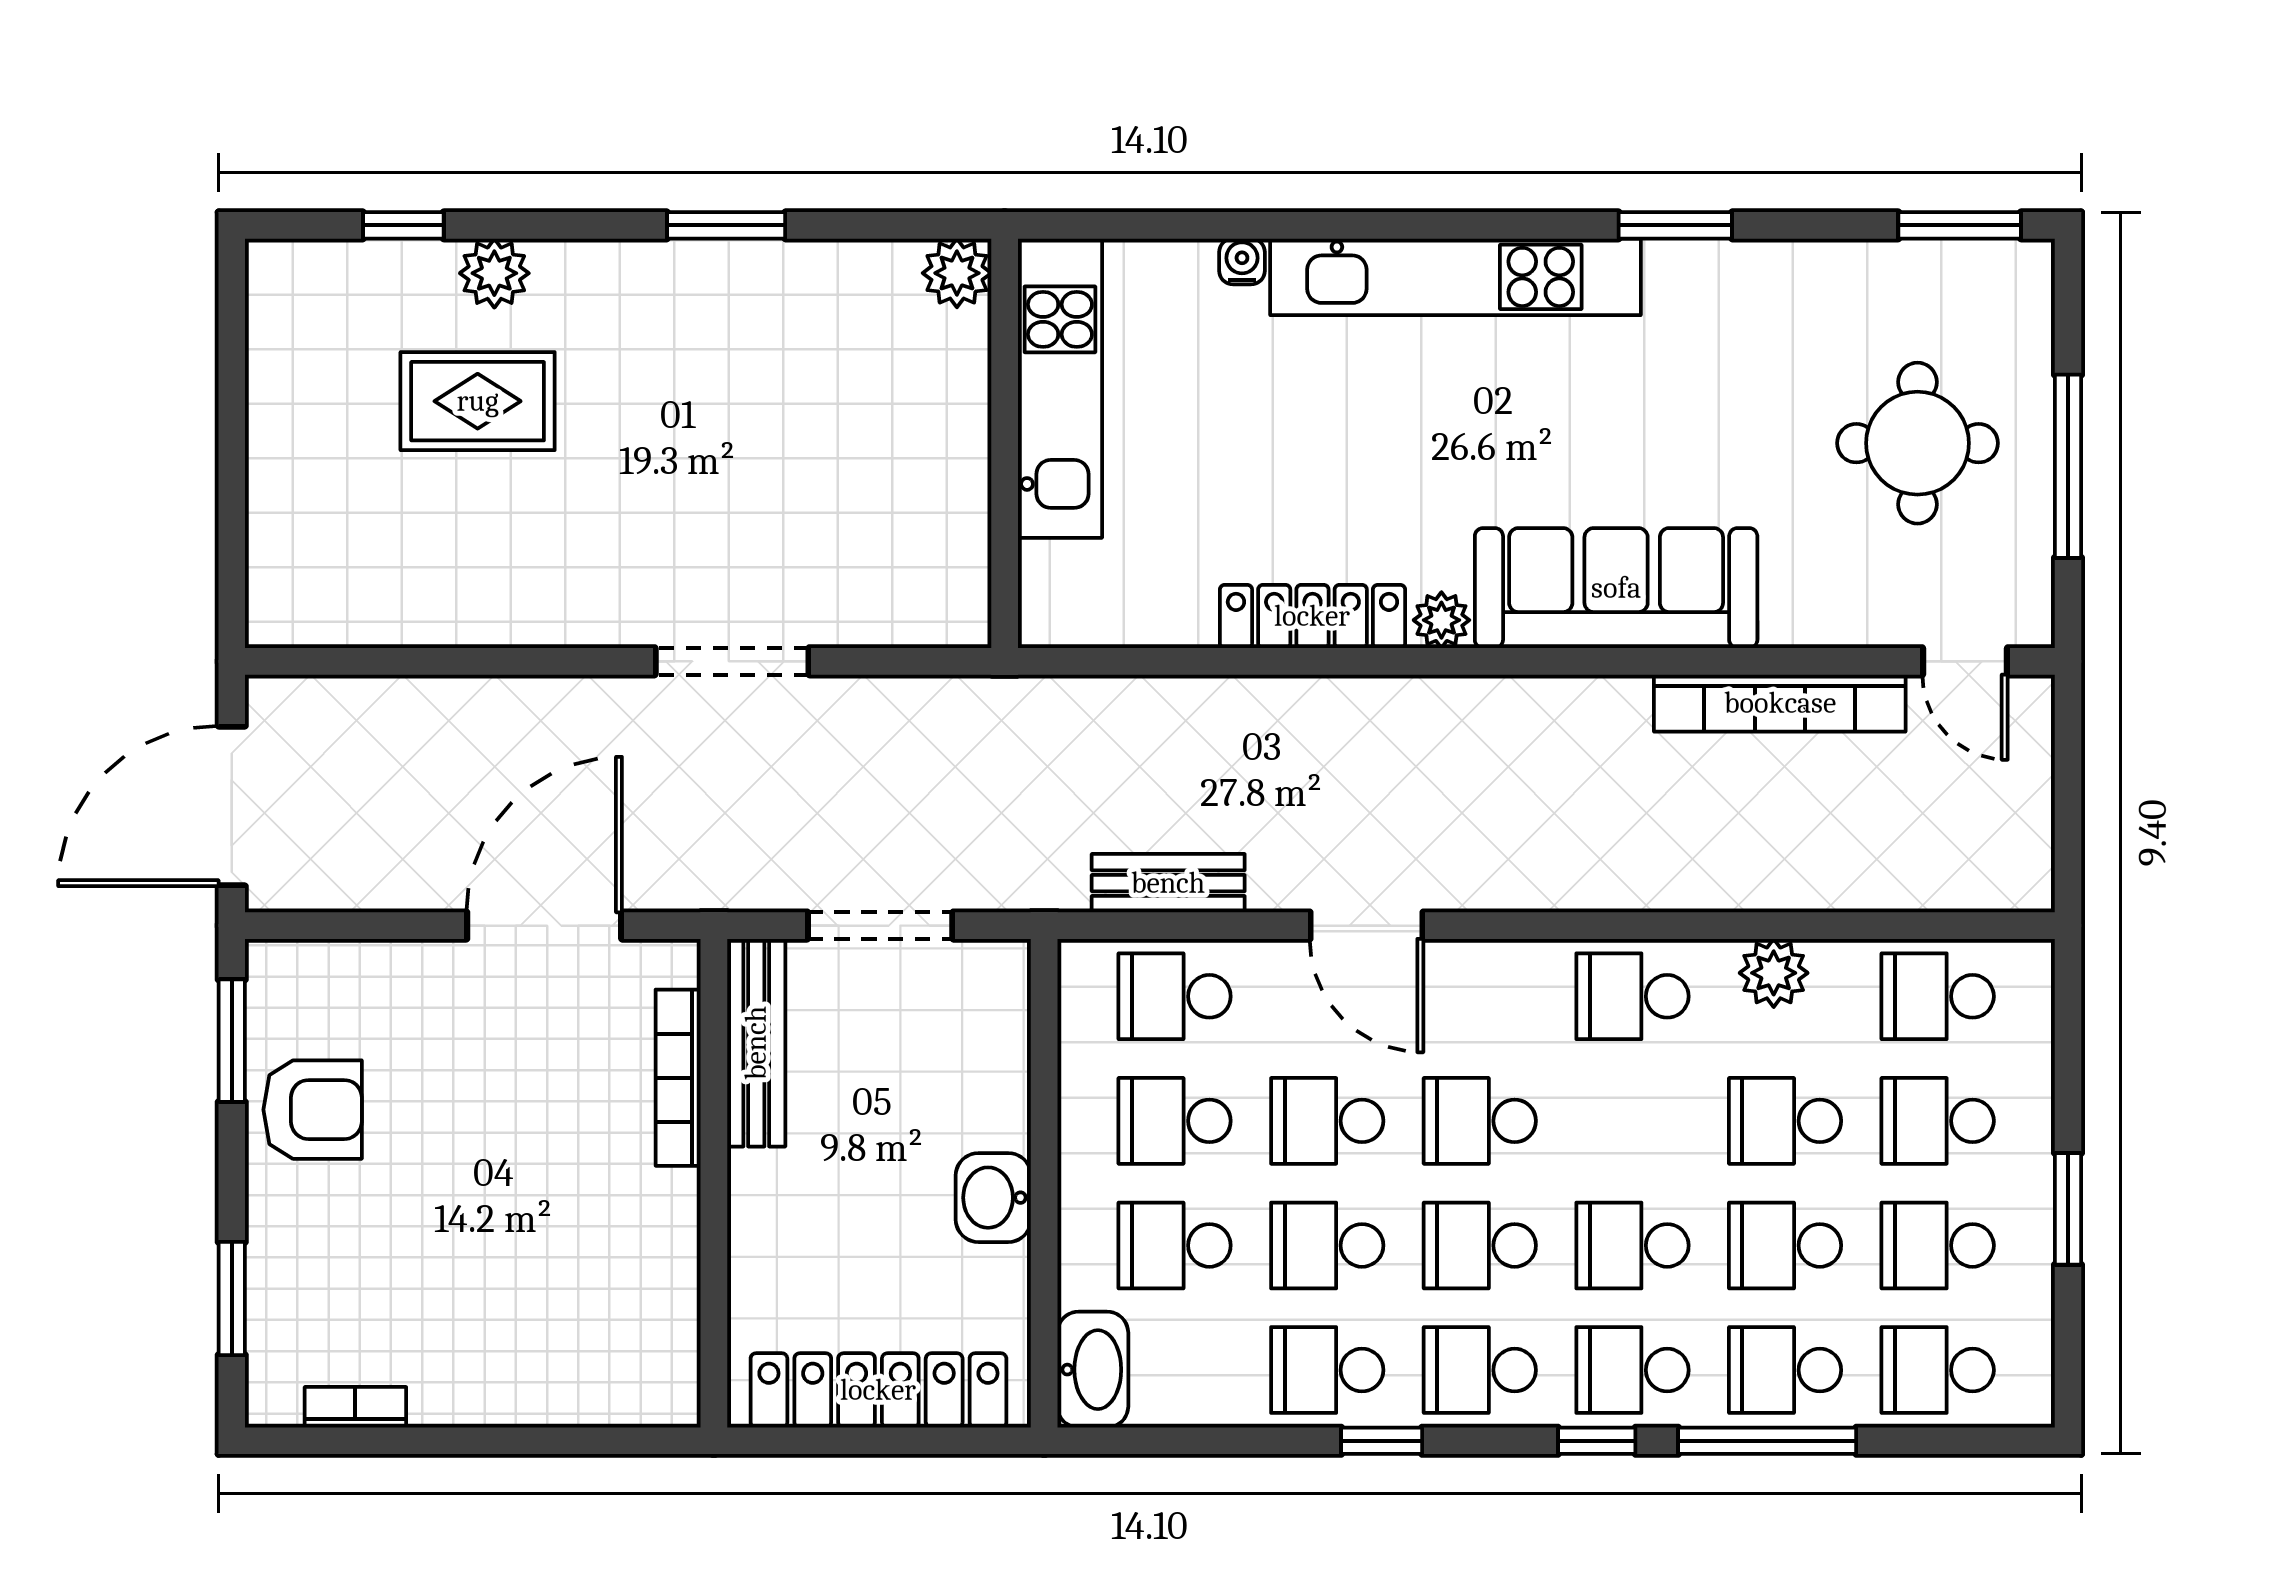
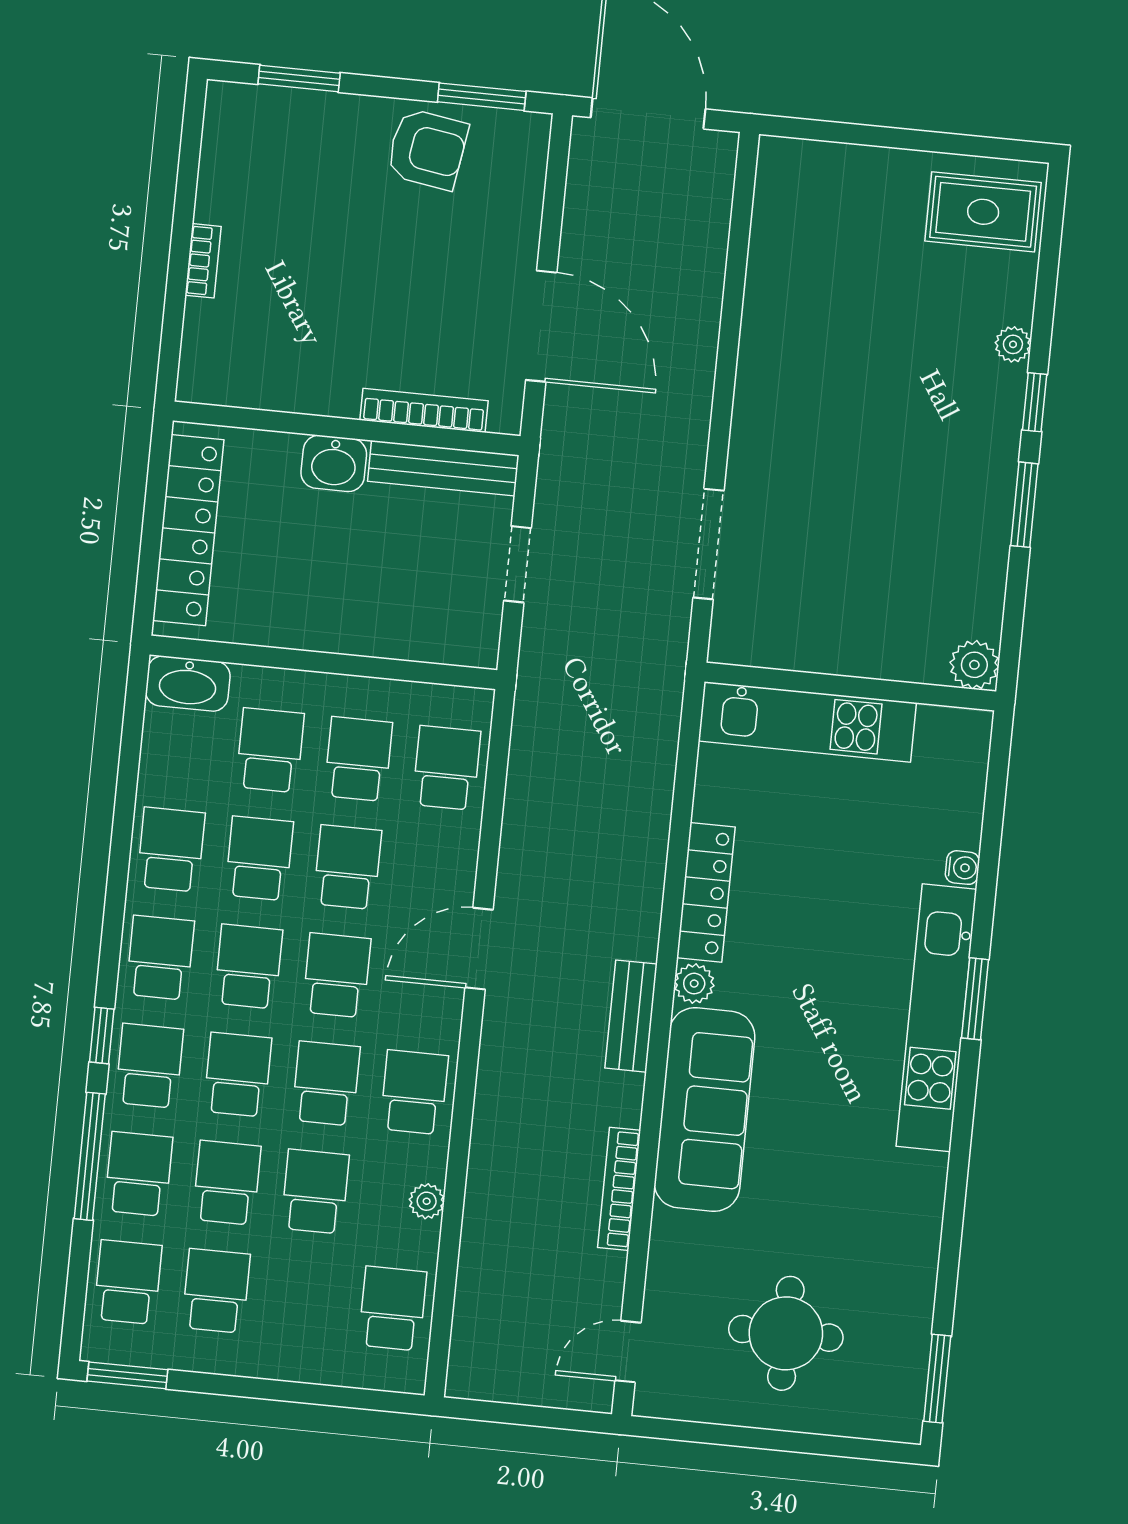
window: (403, 225) -> (1035, 402), moved
window: (1675, 225) -> (975, 999), moved
plant: (494, 273) -> (1013, 344), width x0.73, depth x0.73
kitchen unit: (1060, 388) -> (807, 722), moved
rug: (478, 401) -> (983, 212), moved, turned 90
window: (2068, 466) -> (759, 1438), removed
doorway: (732, 661) -> (709, 544), moved
bookcase: (1780, 703) -> (619, 1189), width x0.68, depth x0.76
bench: (1168, 883) -> (631, 1016), moved
doorway: (880, 926) -> (517, 564), width x0.73
door: (1366, 926) -> (479, 949), moved
plant: (1774, 973) -> (427, 1201), width x0.73, depth x0.73
armchair: (313, 1110) -> (427, 149), turned -81
school desk: (1938, 1121) -> (326, 1083), moved
washbasin: (993, 1198) -> (334, 463), moved, turned 180
window: (2068, 1209) -> (127, 1375), moved
bookcase: (355, 1407) -> (203, 261), moved
window: (1382, 1441) -> (117, 883), removed

